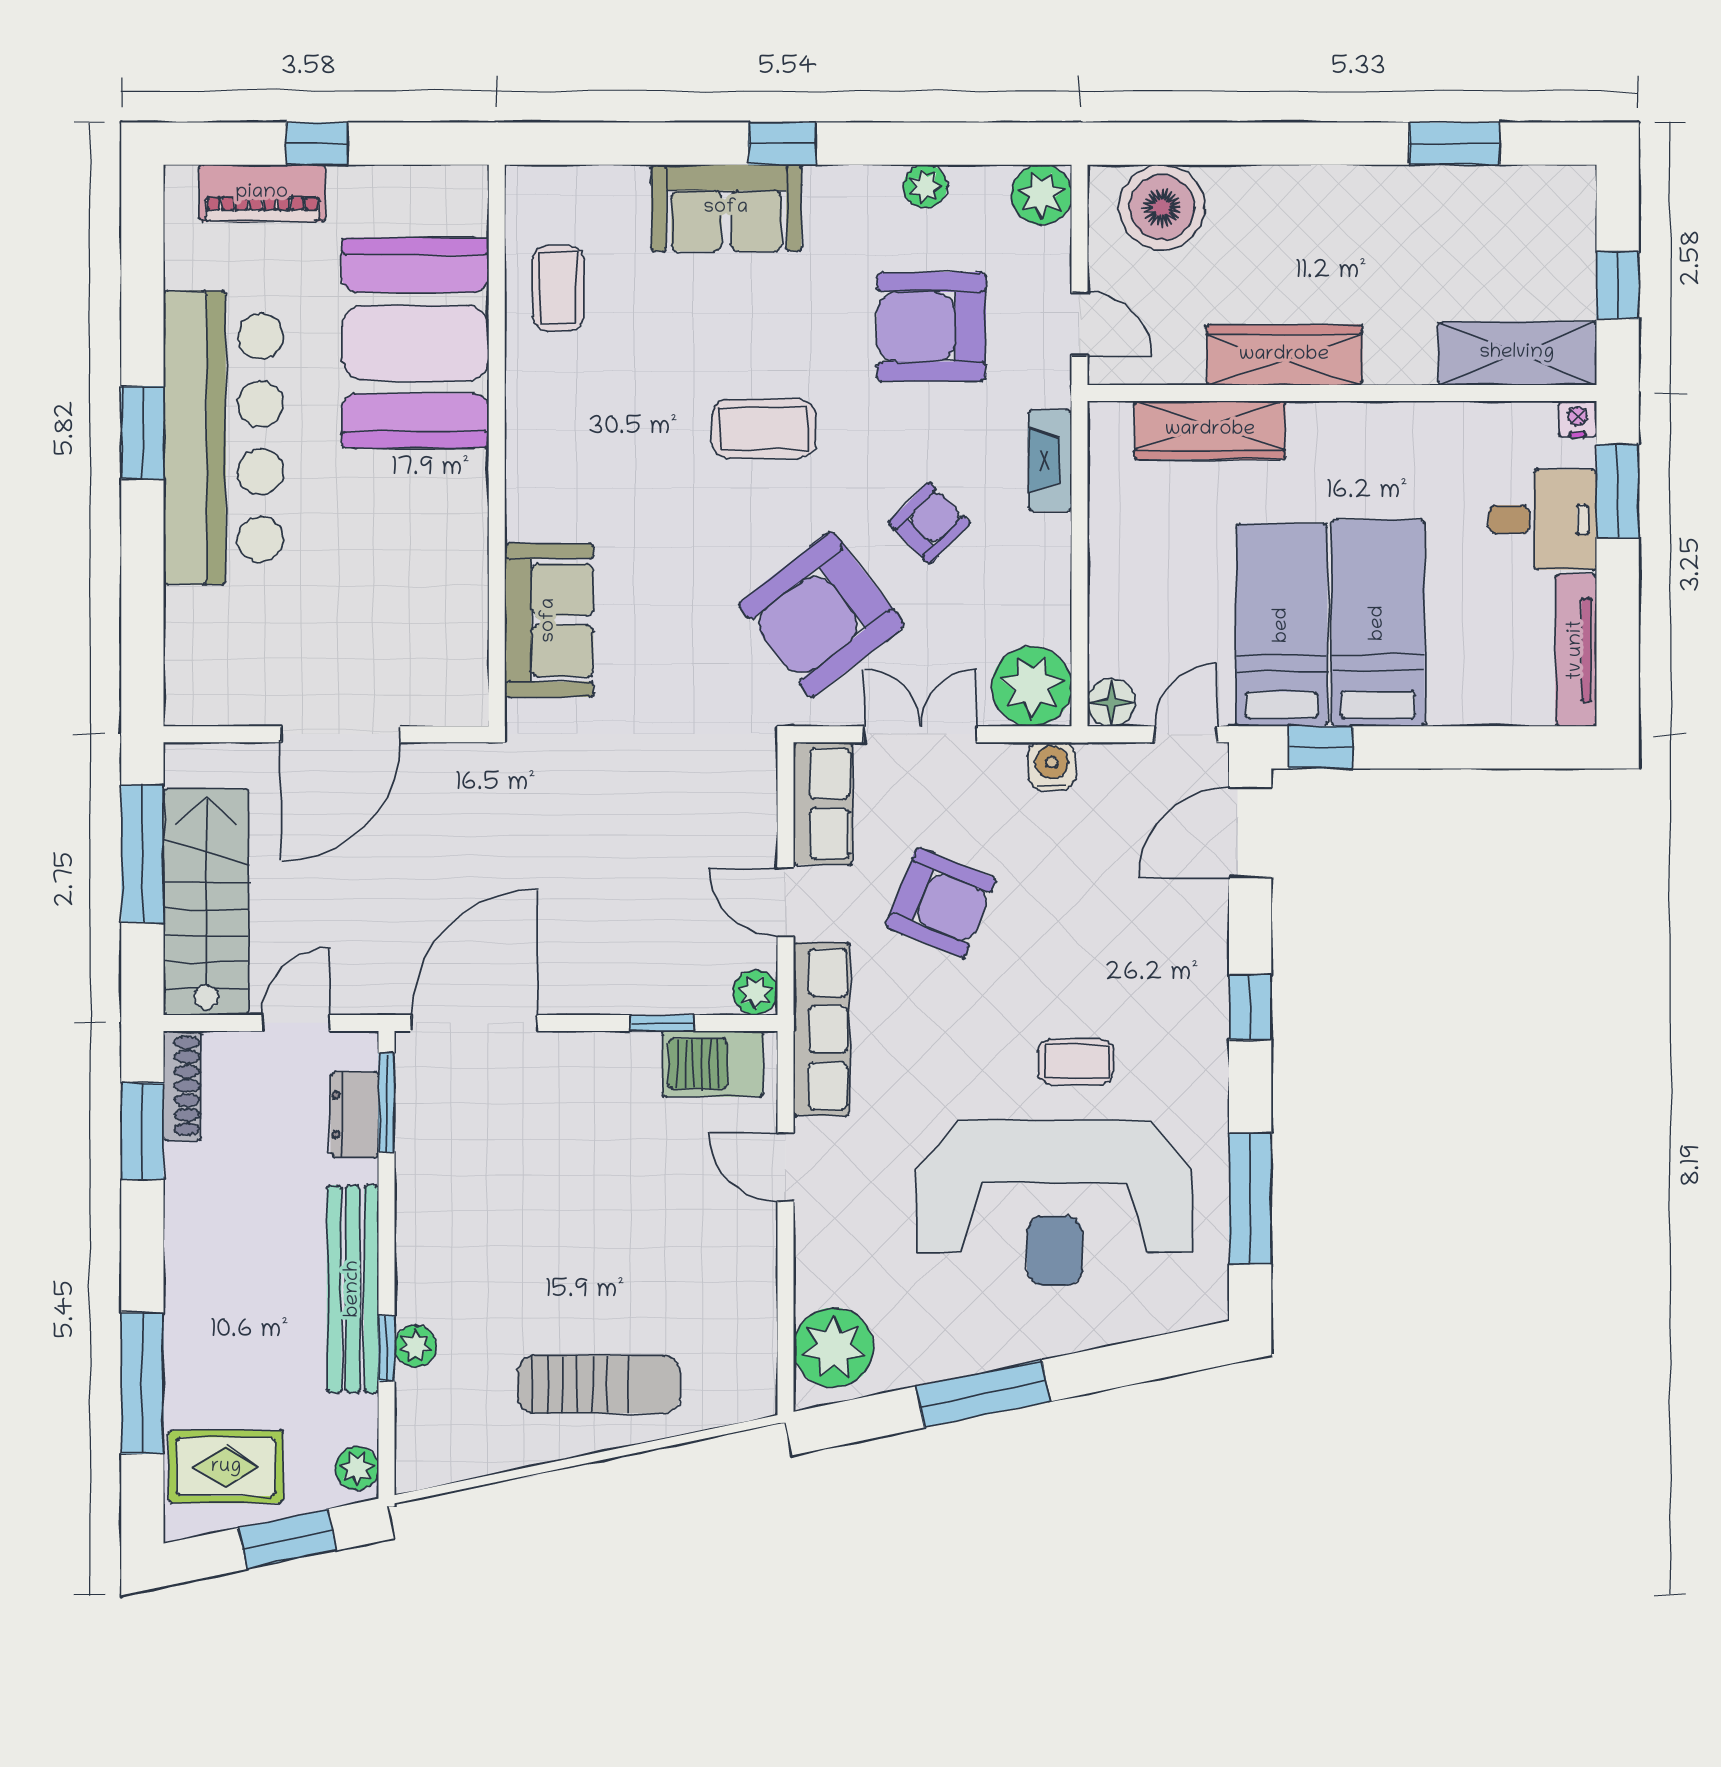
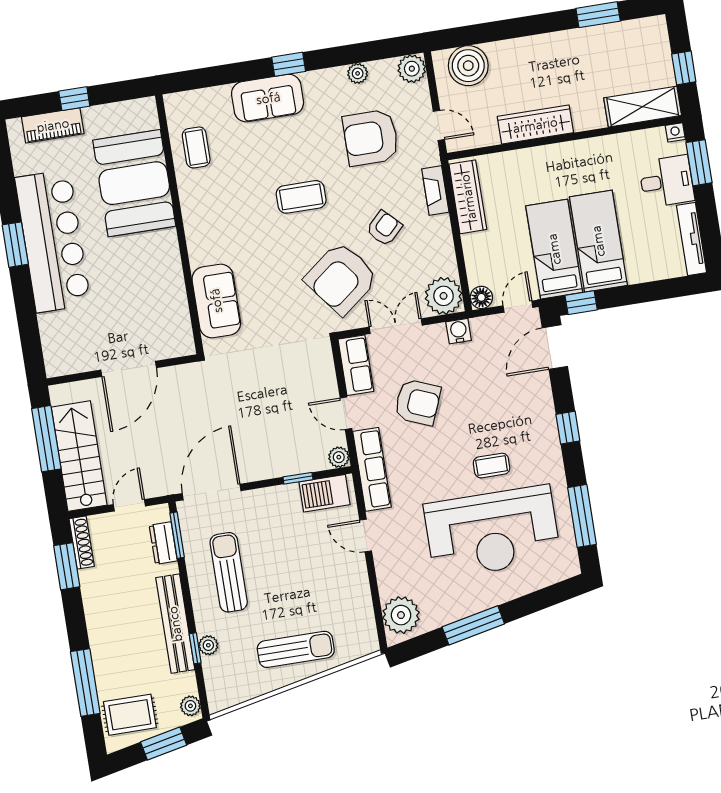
wardrobe: (1210, 430) -> (468, 197), moved, turned -90
sun lounger: (483, 1199) -> (229, 572), added

